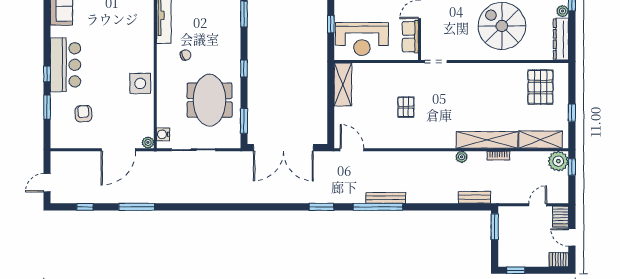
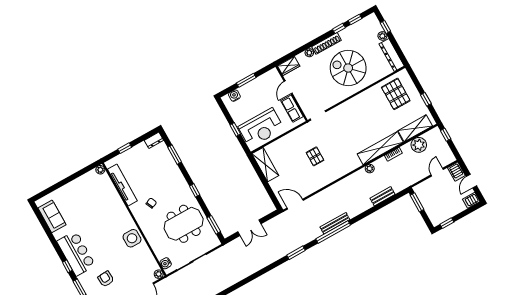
meeting table: (210, 100) -> (184, 224), turned 90
double door: (283, 148) -> (249, 228), width x0.54
plant: (558, 161) -> (419, 145), moved
bench: (474, 197) -> (382, 196), moved
door: (572, 237) -> (472, 181), hinge flipped

